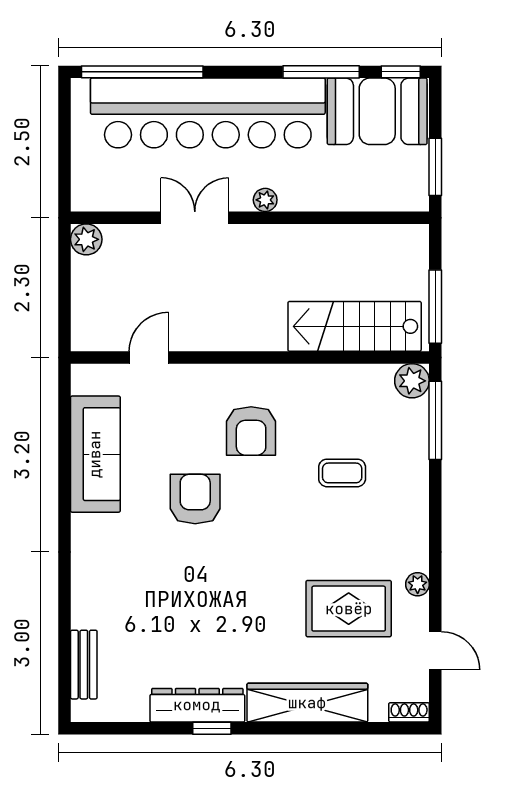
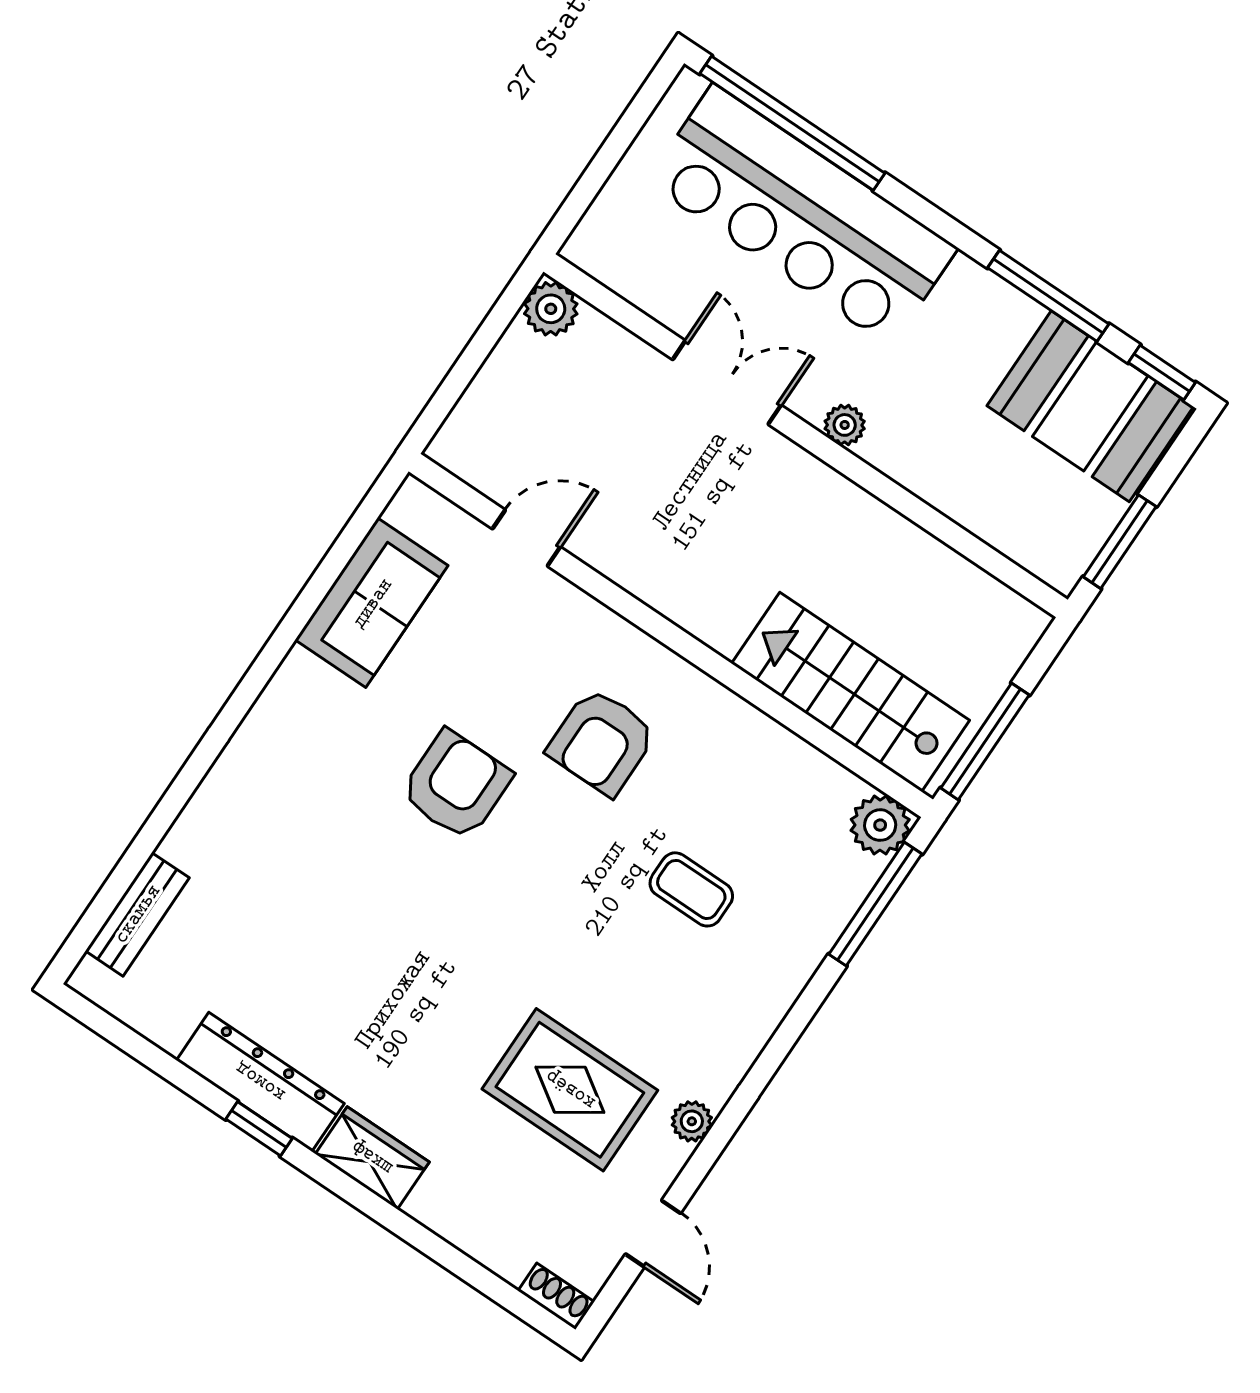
bar counter: (208, 113) -> (802, 215), width x0.73
sofa: (95, 454) -> (372, 603), width x0.73
wardrobe: (307, 703) -> (372, 1158), width x0.48, depth x0.85

